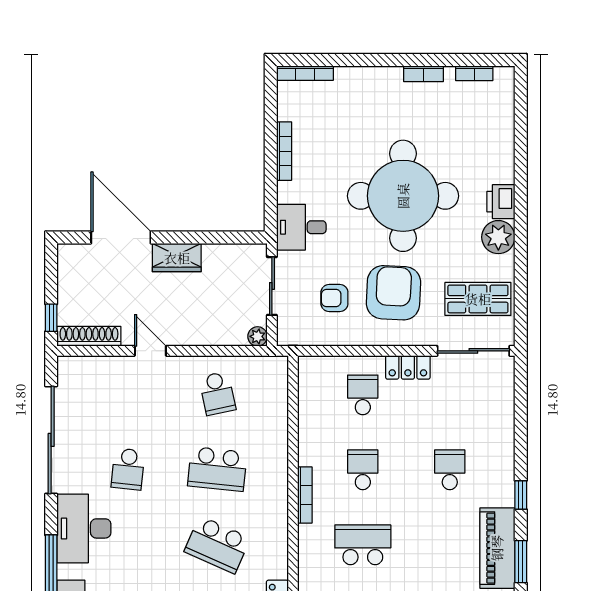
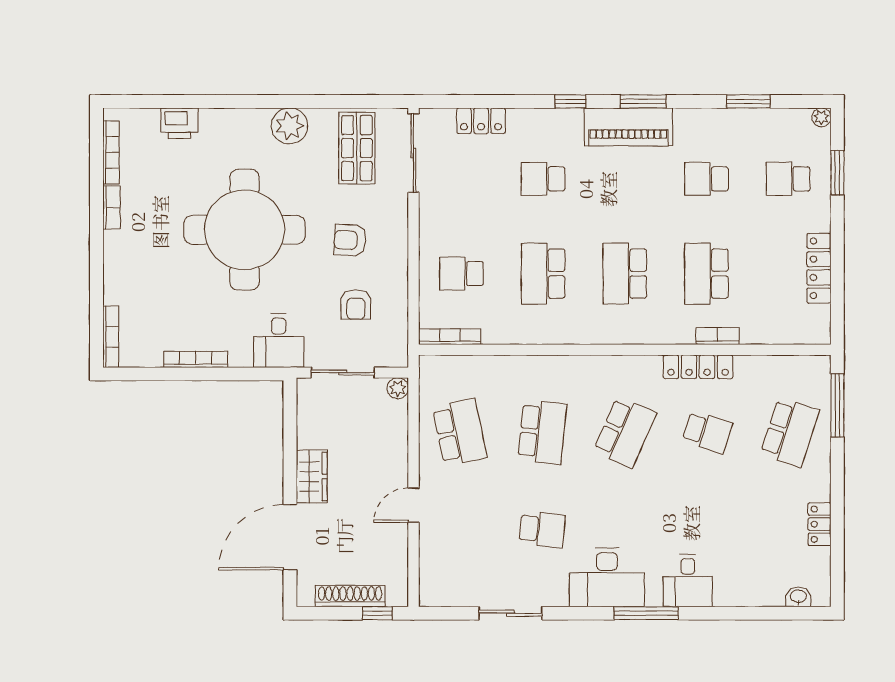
bookcase: (474, 73) -> (111, 152), width x1.56
printer: (501, 202) -> (179, 123), moved
armchair: (393, 293) -> (350, 240), width x0.53, depth x0.53
shoe rack: (89, 336) -> (350, 596), moved, turned 90
locker: (408, 367) -> (481, 121), moved, turned 90
school desk: (217, 393) -> (460, 432), width x1.85
sliding door: (51, 440) -> (511, 613), width x0.54
school desk: (363, 470) -> (543, 274), width x1.85
bookcase: (305, 495) -> (450, 337), moved

